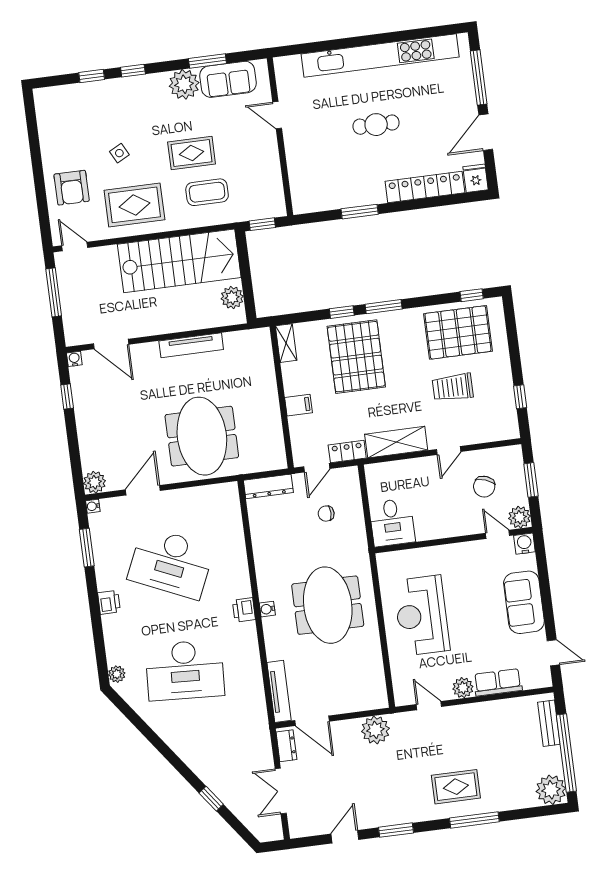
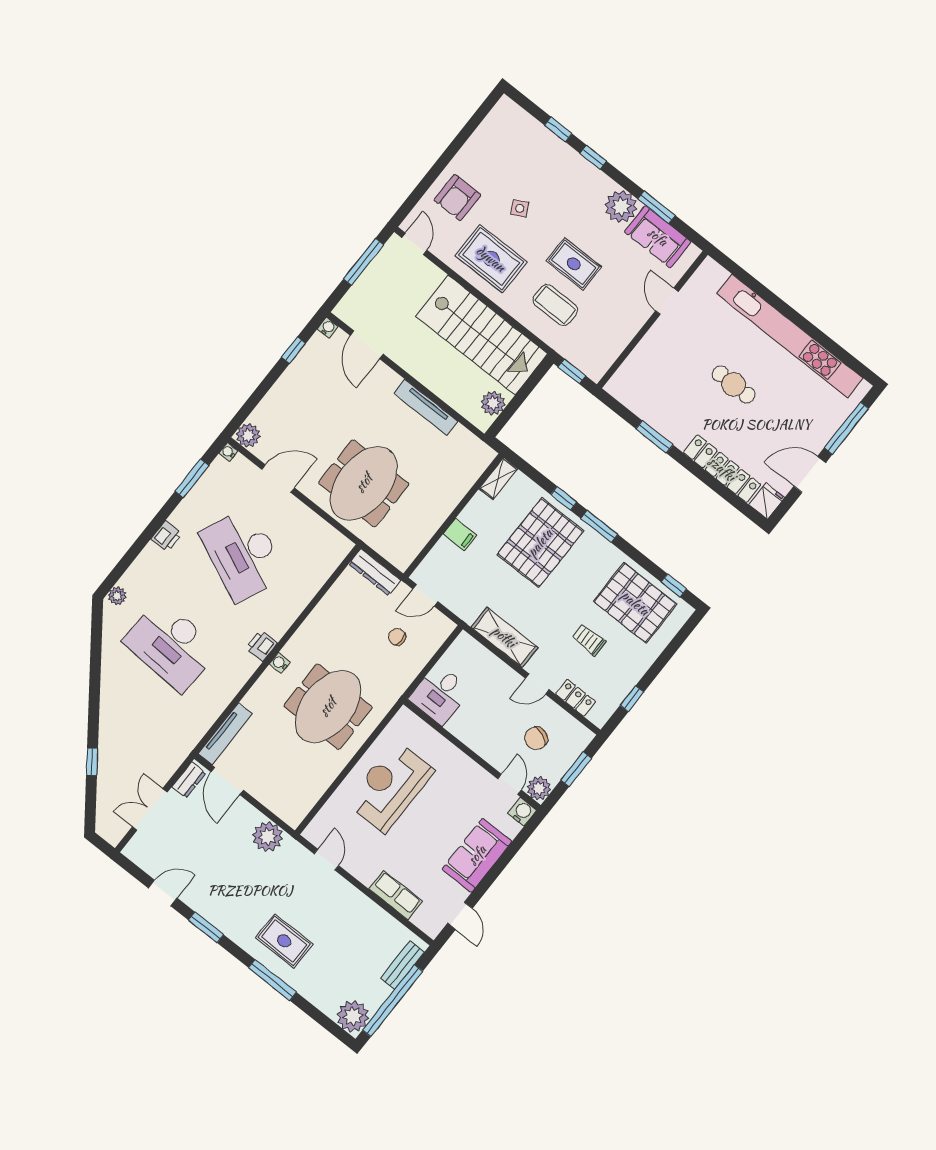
trolley: (453, 387) -> (589, 640), width x0.73, depth x0.72
locker: (347, 452) -> (576, 698), moved
plant: (463, 688) -> (366, 872), removed

